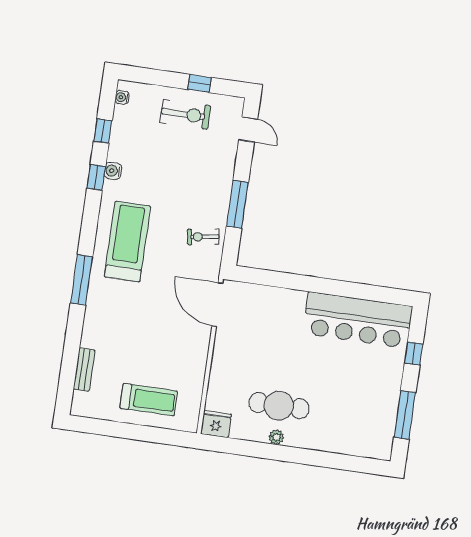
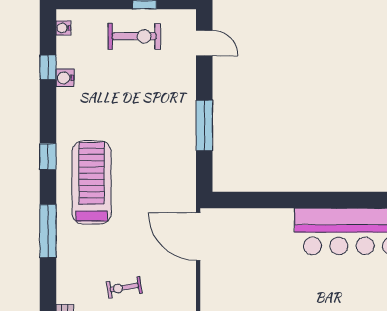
water cooler: (113, 171) -> (65, 78), moved
window: (96, 177) -> (48, 157), moved
exercise bike: (203, 237) -> (124, 287), moved

